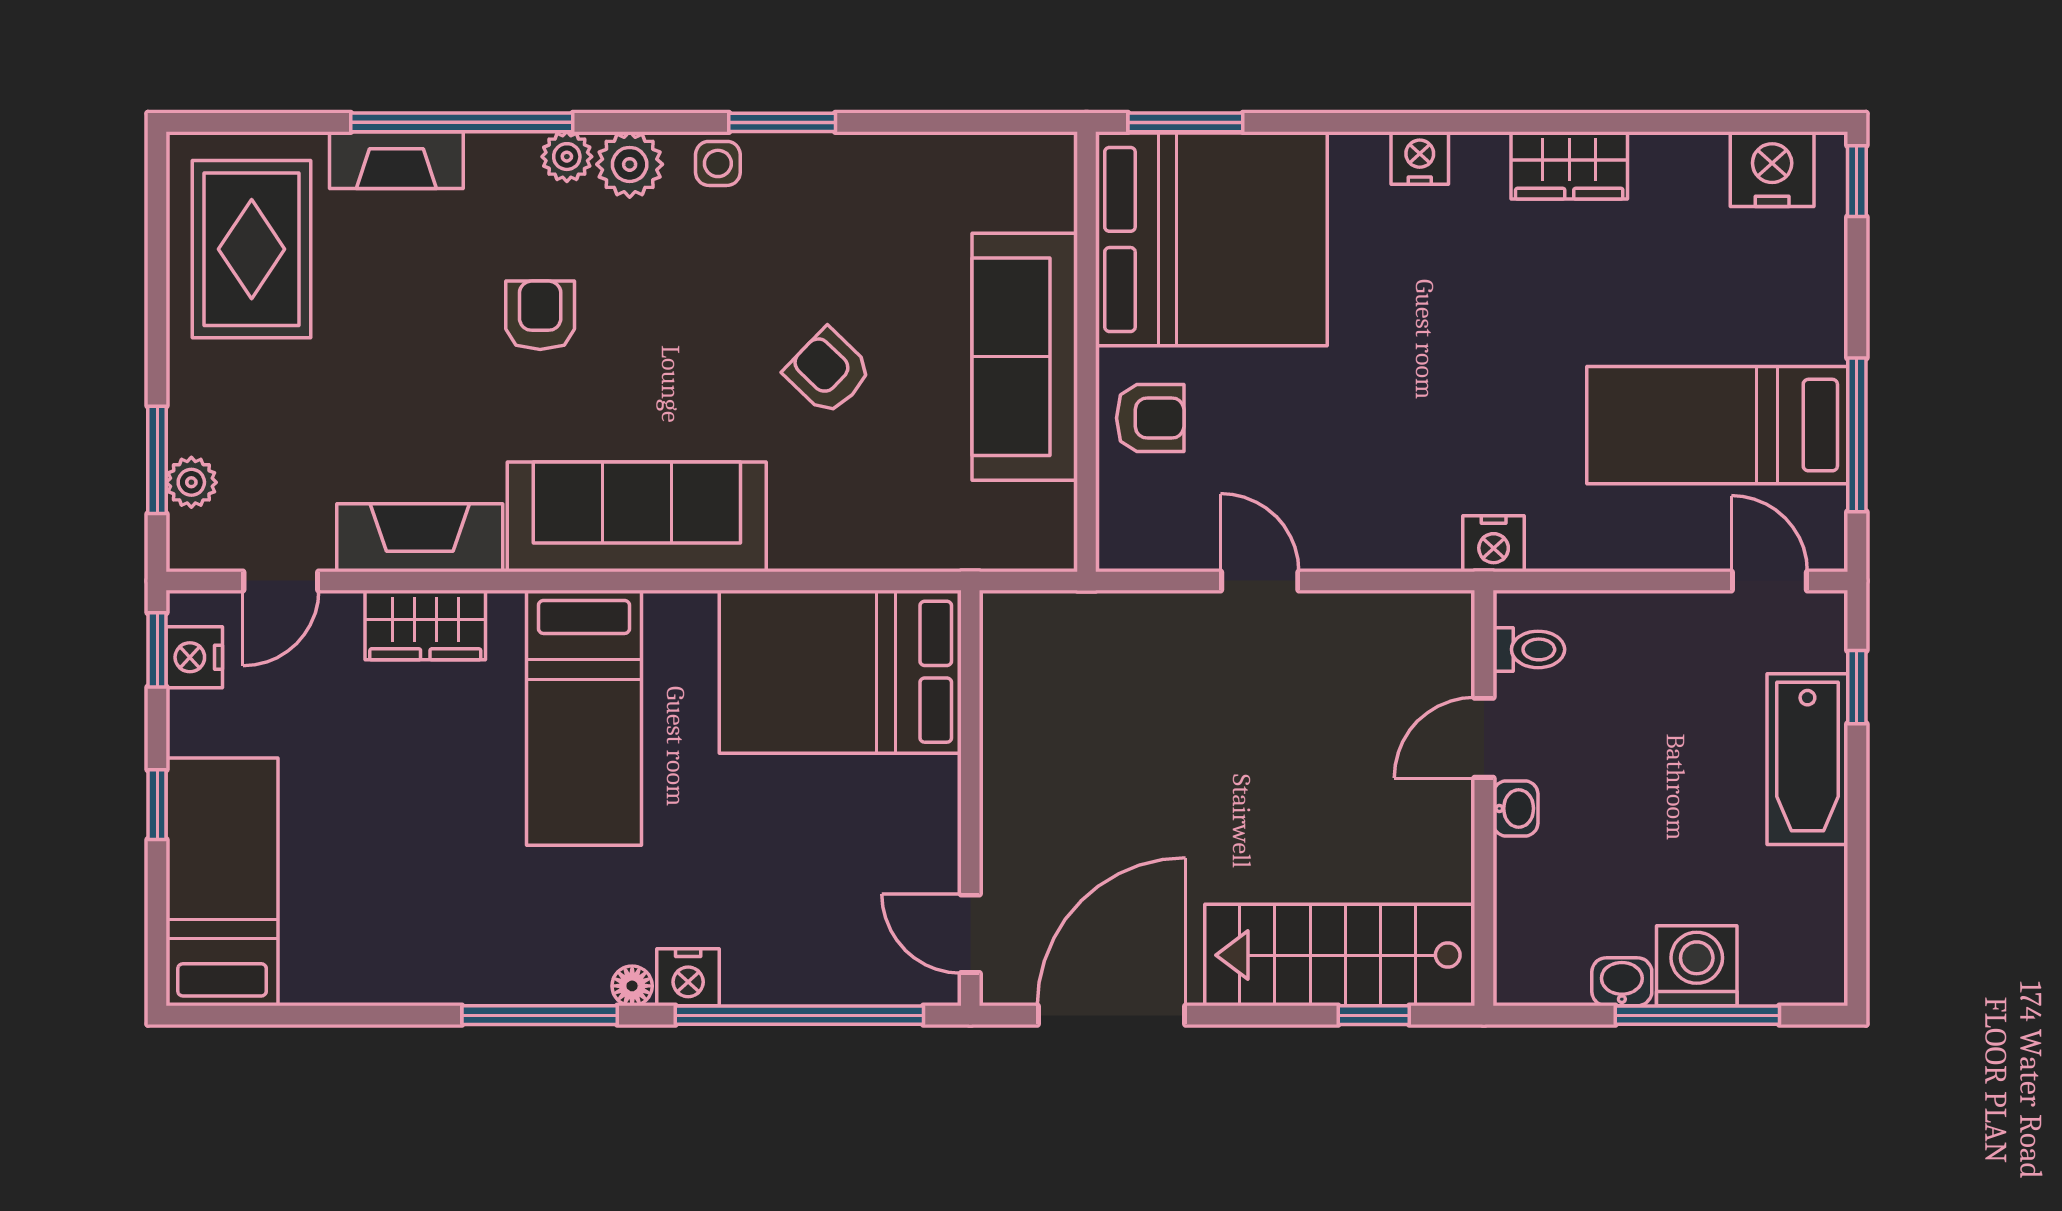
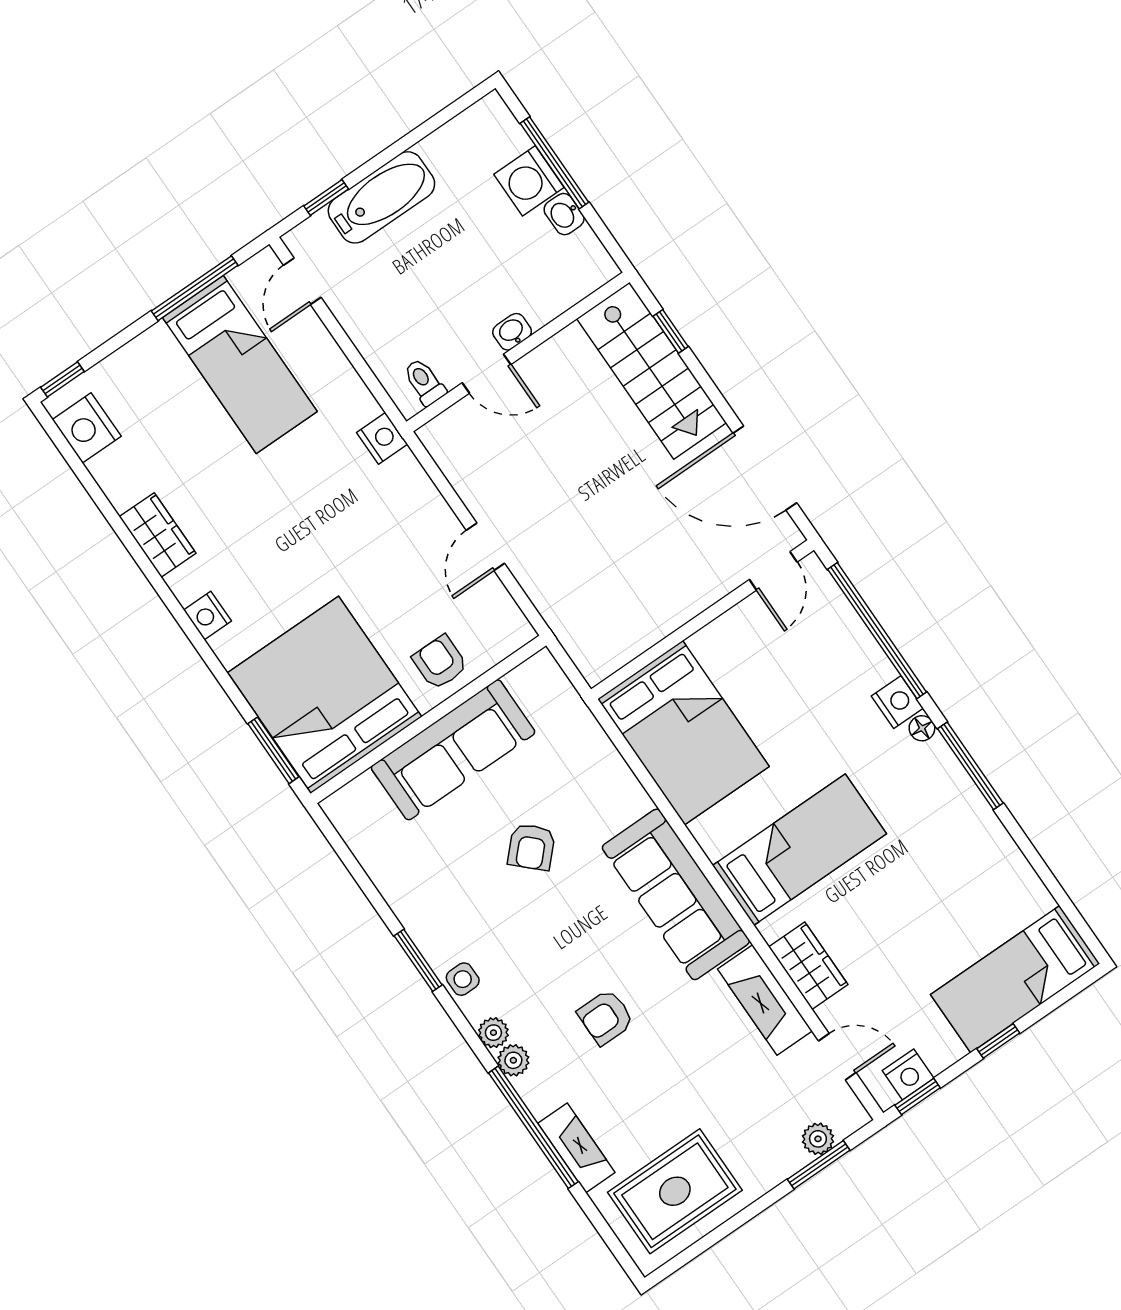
plant: (630, 164) -> (493, 1033), width x0.73, depth x0.73

